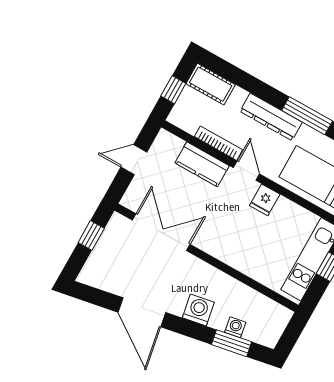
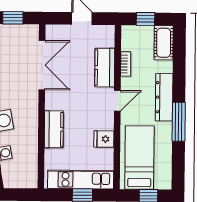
bookcase: (218, 143) -> (126, 64), width x0.64
fridge: (265, 200) -> (104, 139), moved
kitchen counter: (239, 258) -> (54, 129), added

